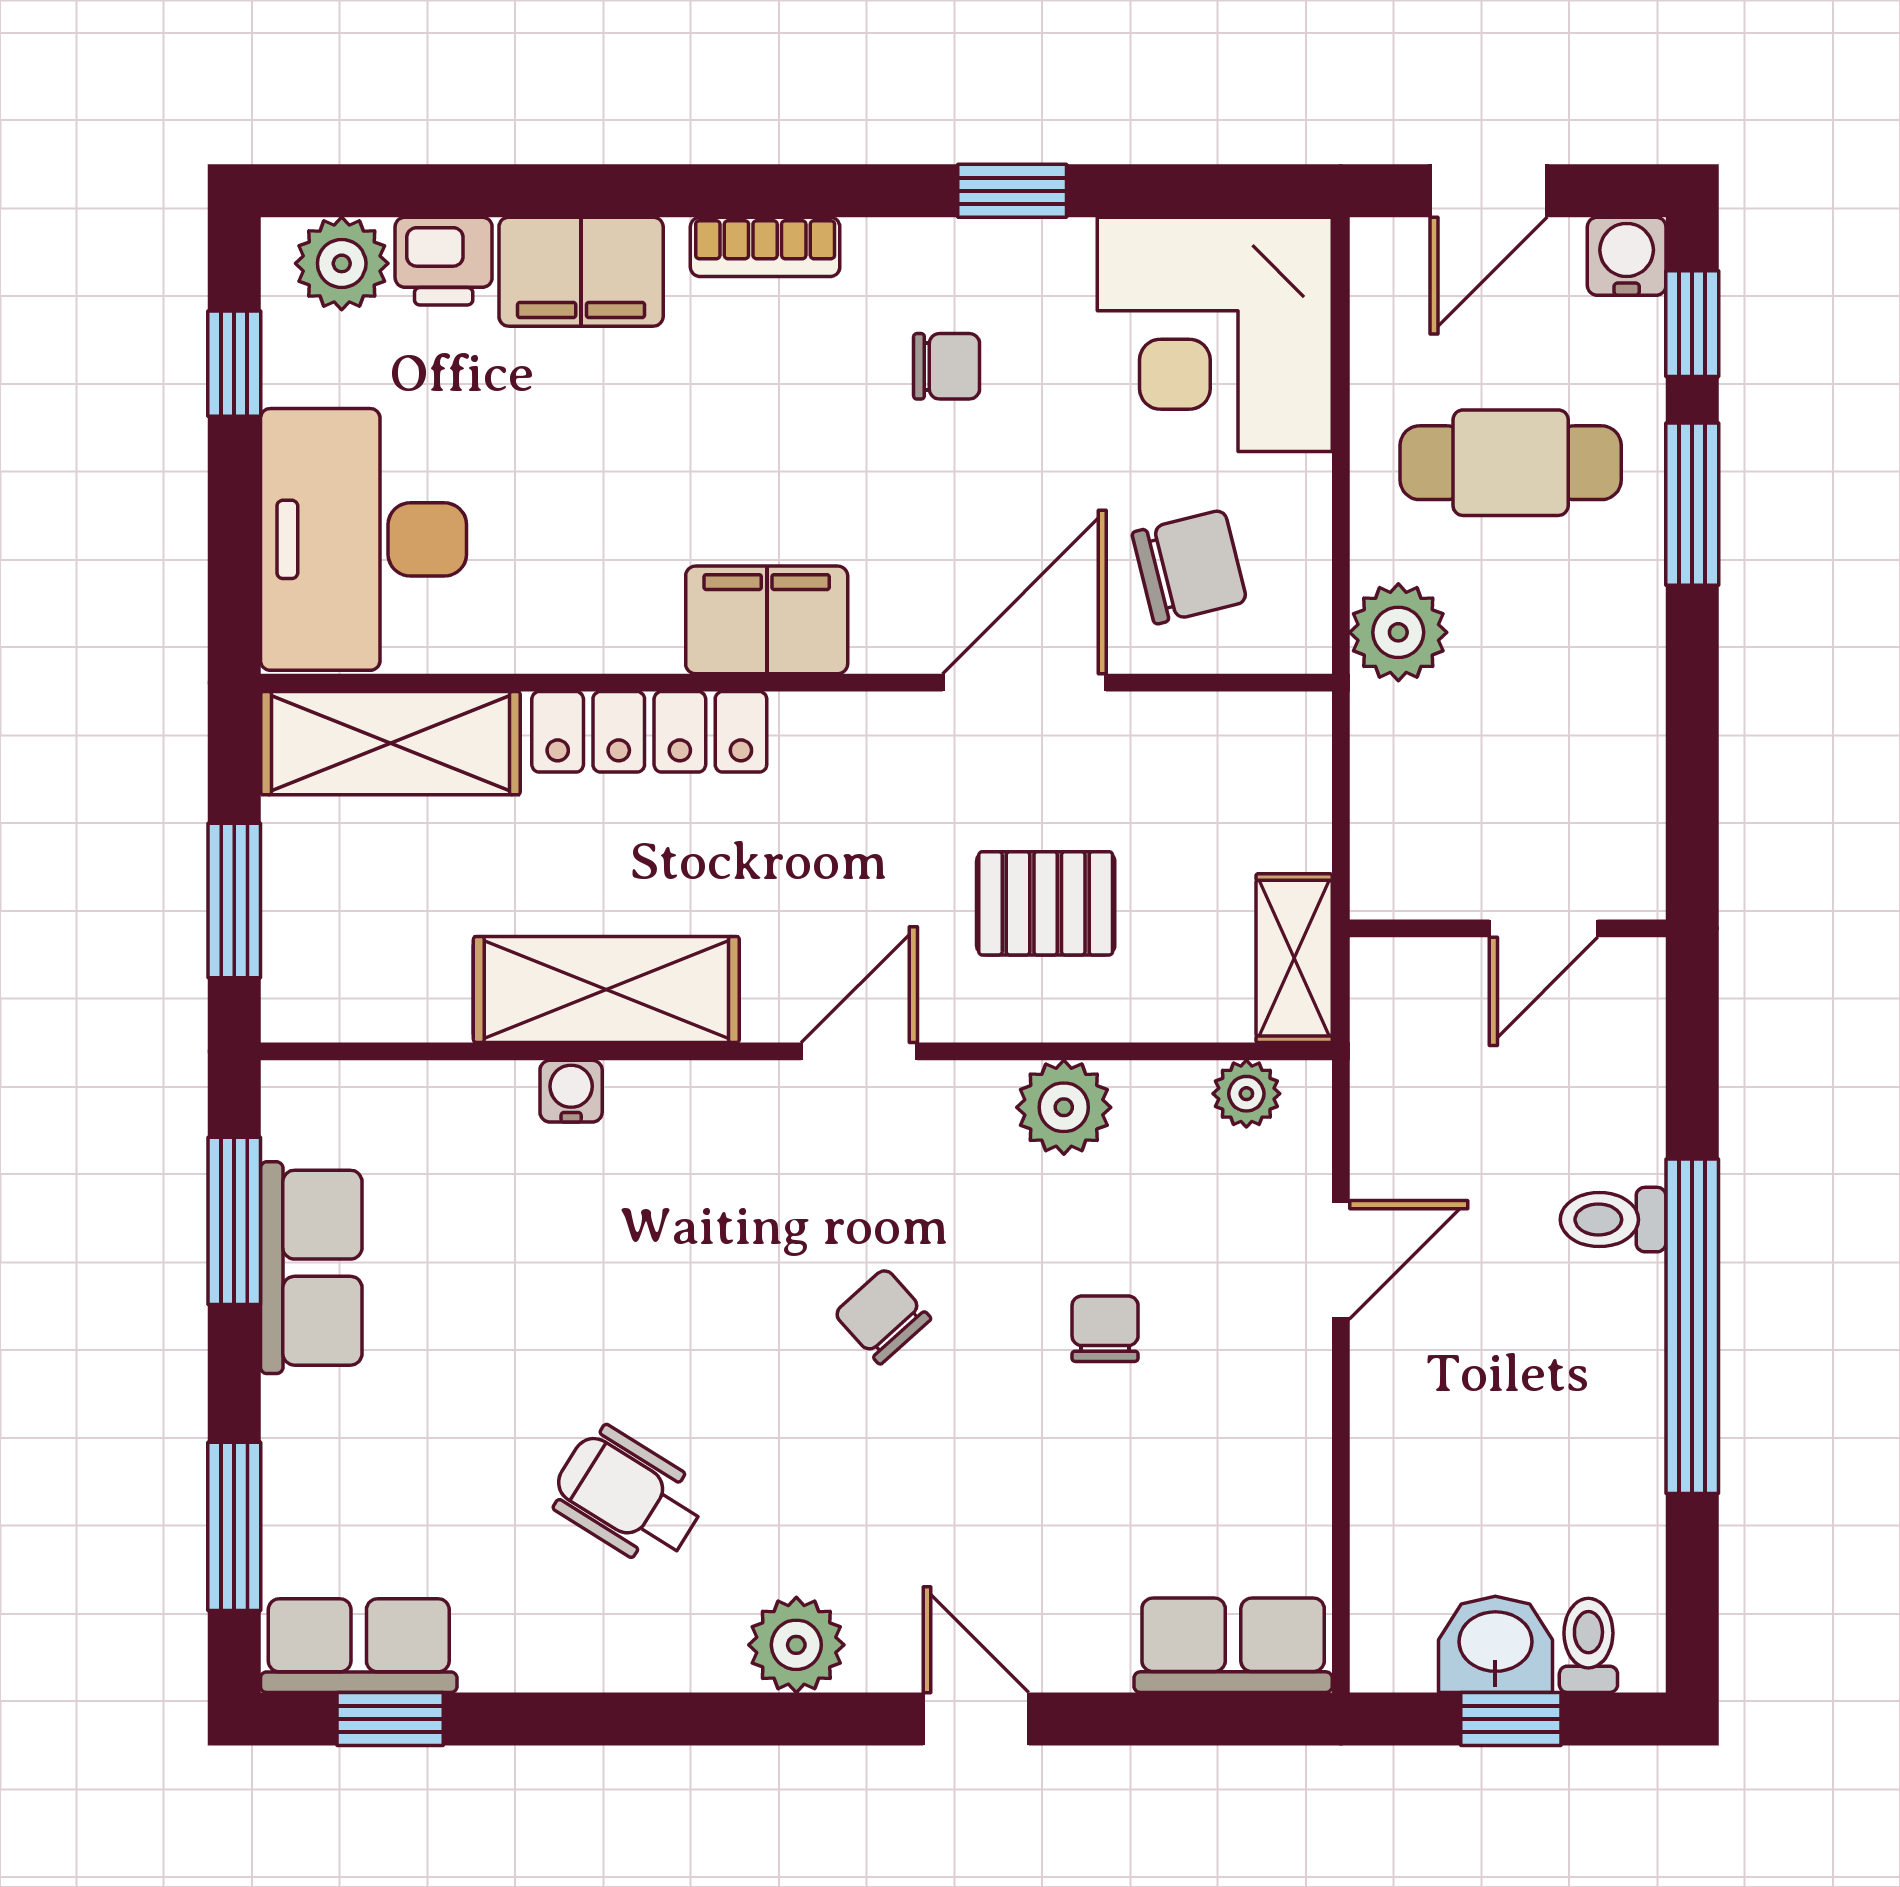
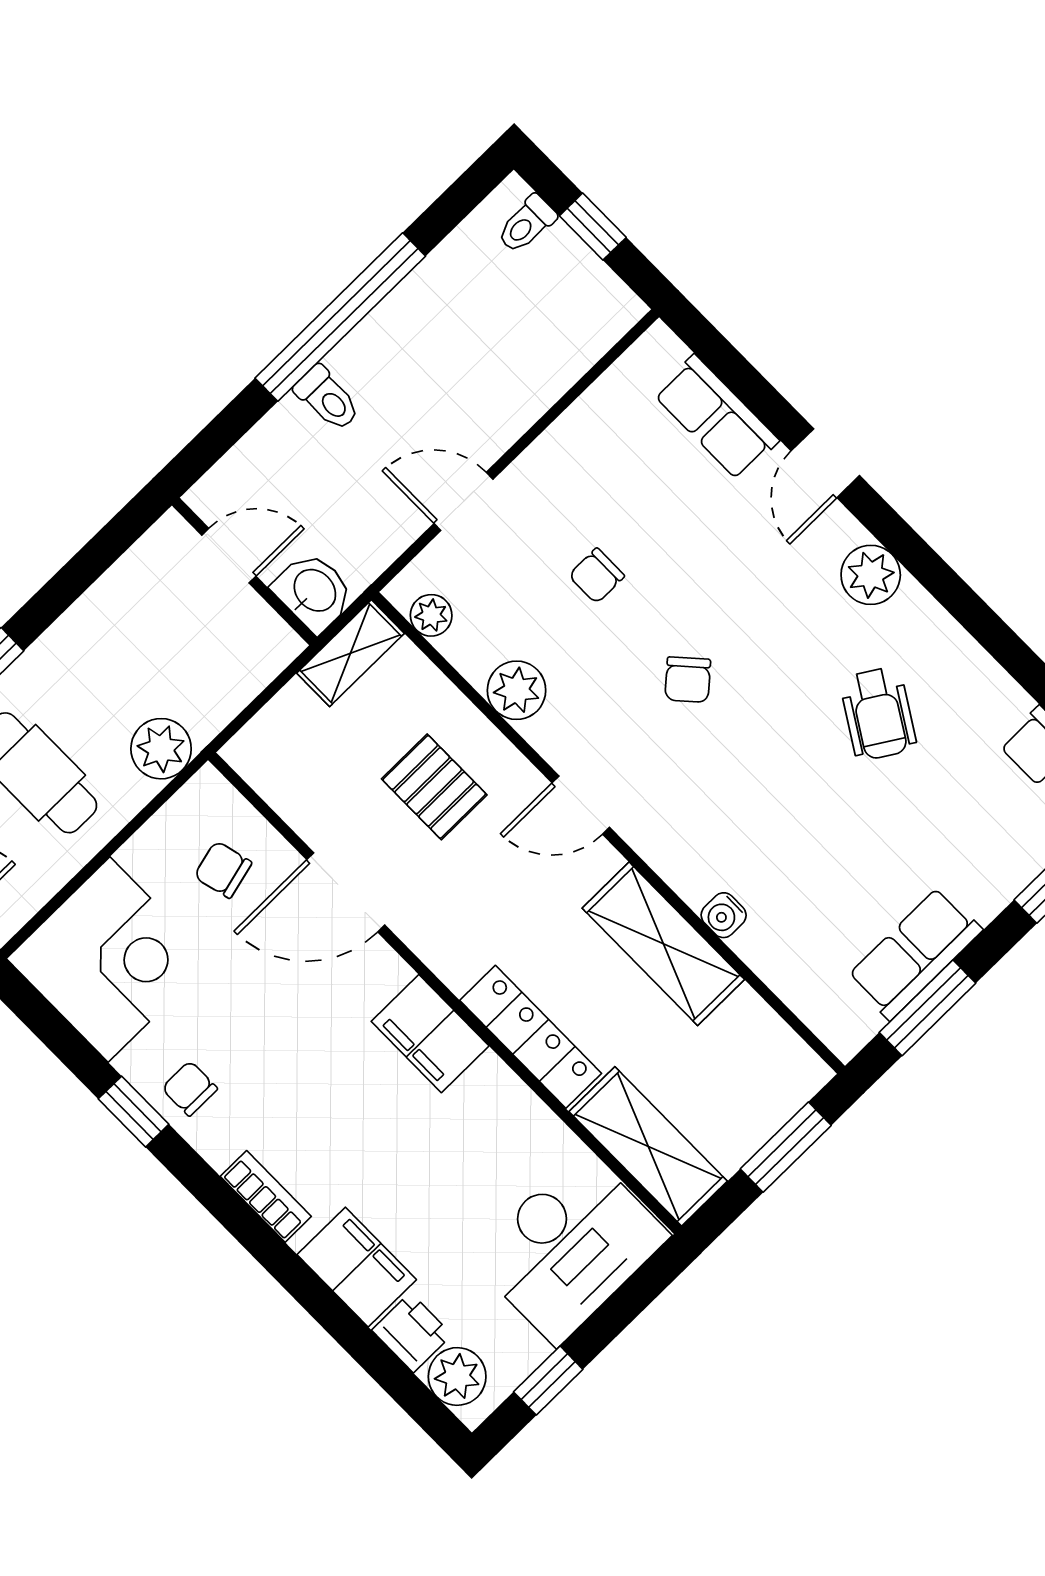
chair: (947, 366) -> (190, 1088), moved
chair: (1189, 567) -> (223, 870), width x0.73, depth x0.73
washbasin: (1495, 1644) -> (314, 592), moved, turned 180
row of seats: (1233, 1645) -> (716, 417), moved

